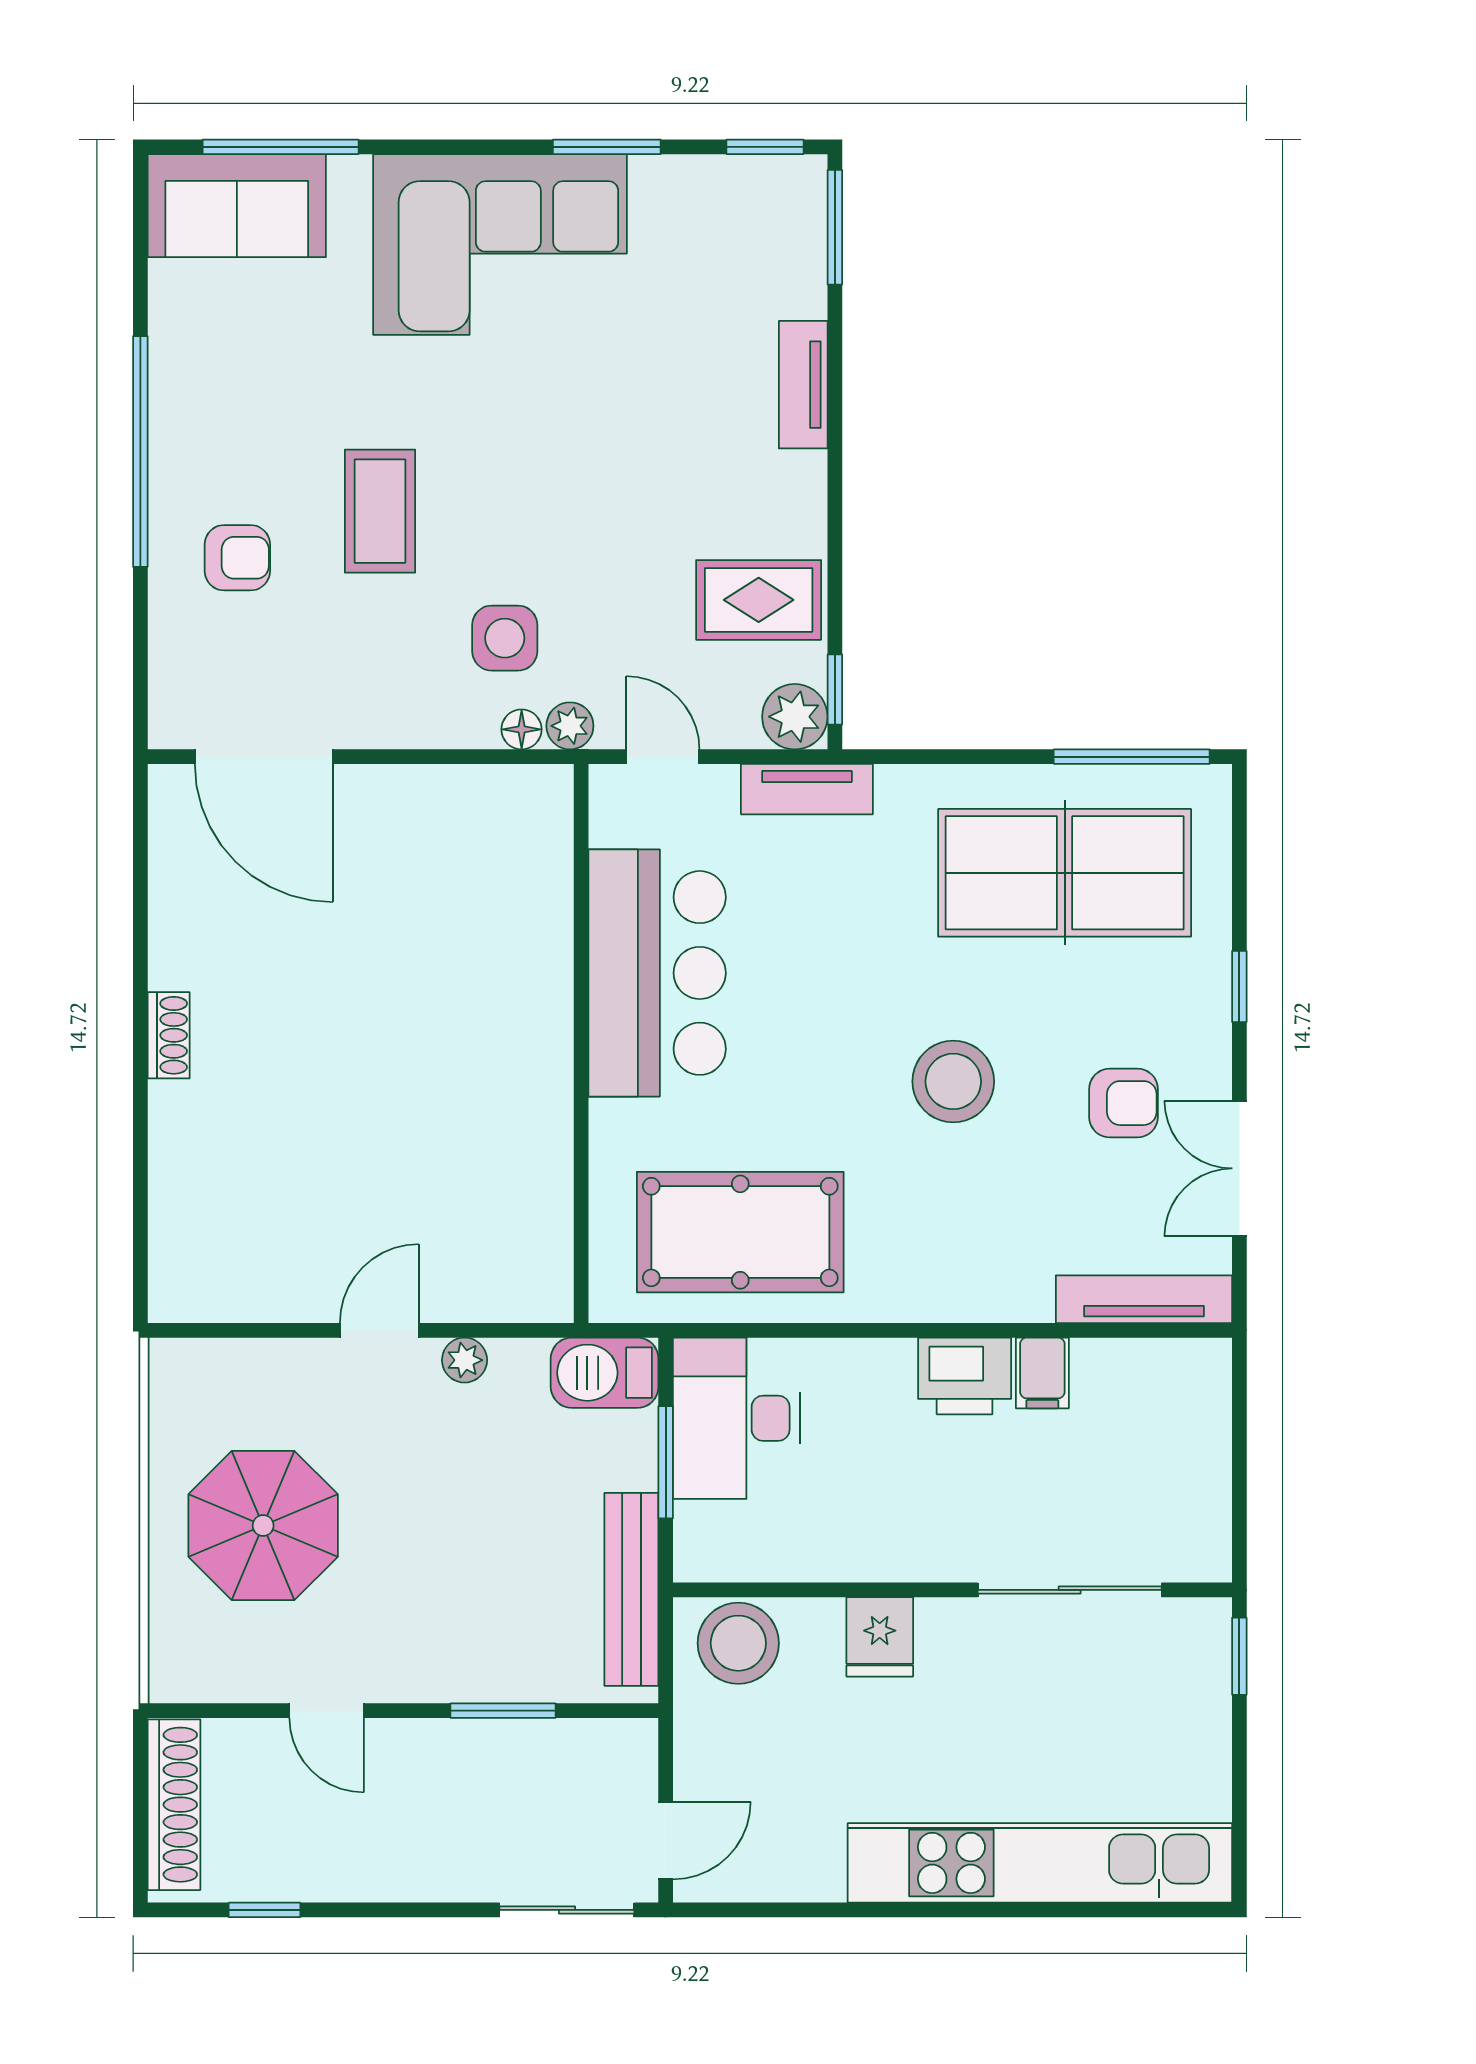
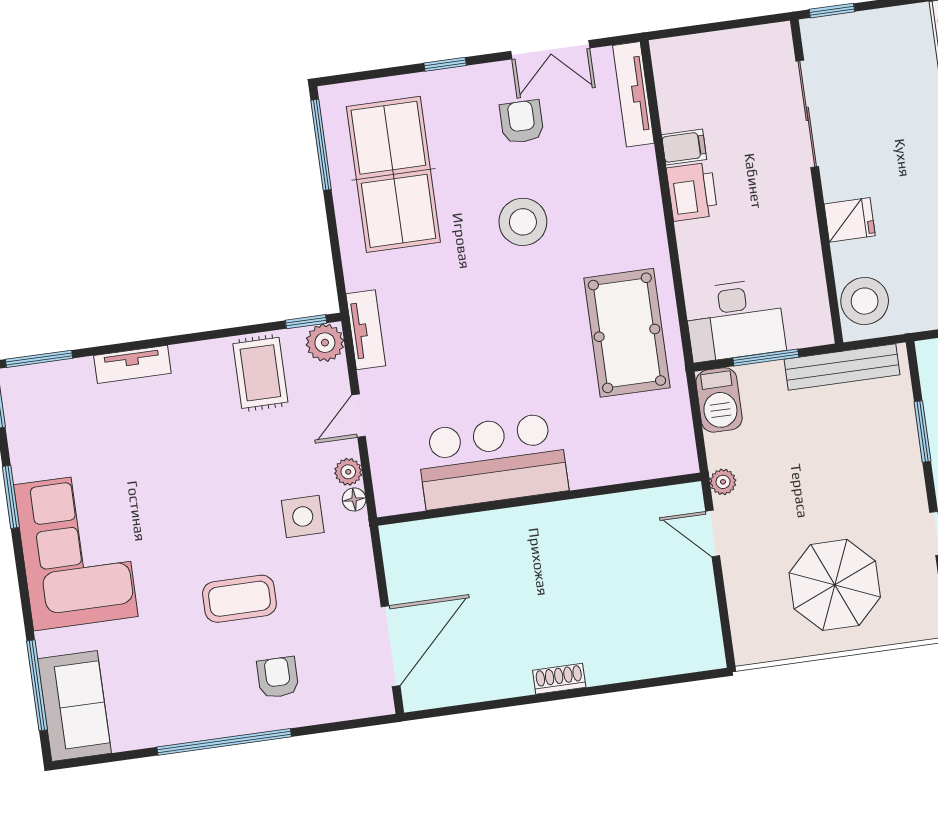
bar counter: (657, 973) -> (492, 461), moved
wall: (581, 1043) -> (539, 499), moved

